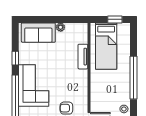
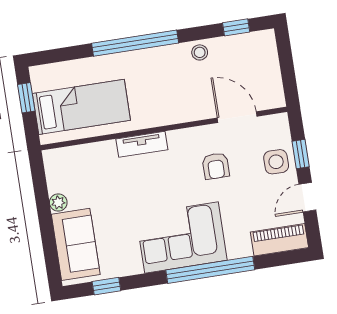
tv unit: (83, 57) -> (142, 144), moved
window: (15, 58) -> (106, 286), moved

